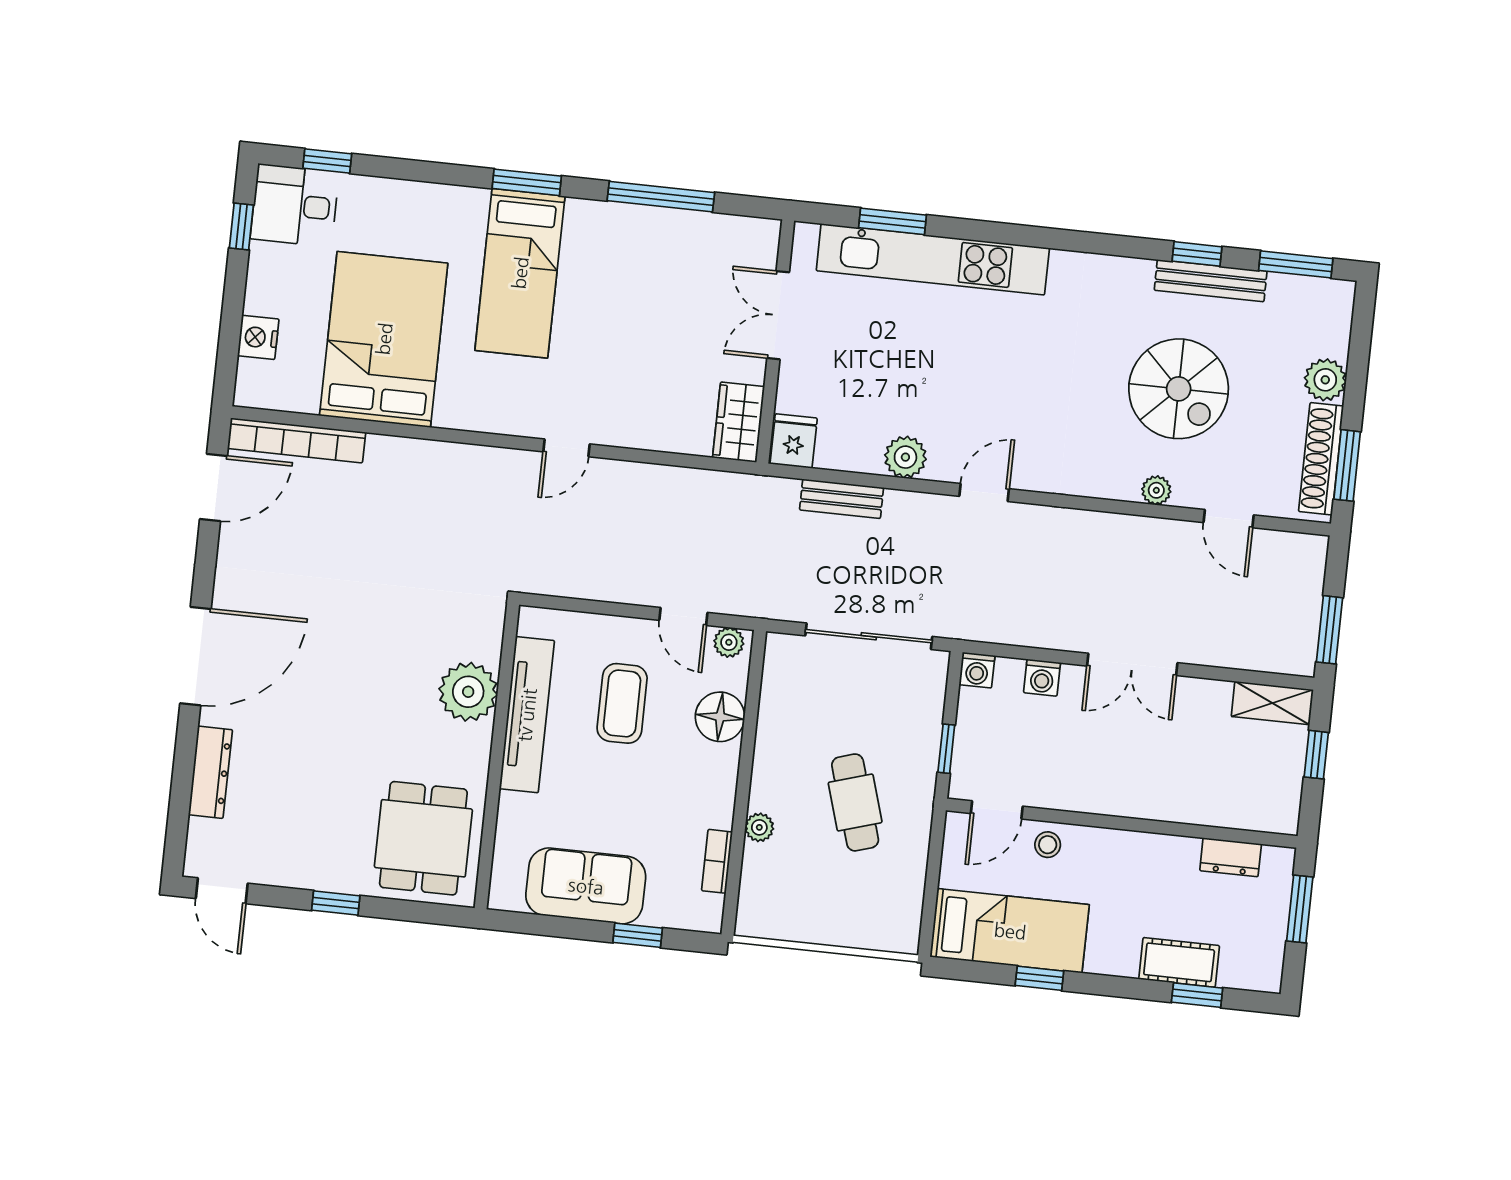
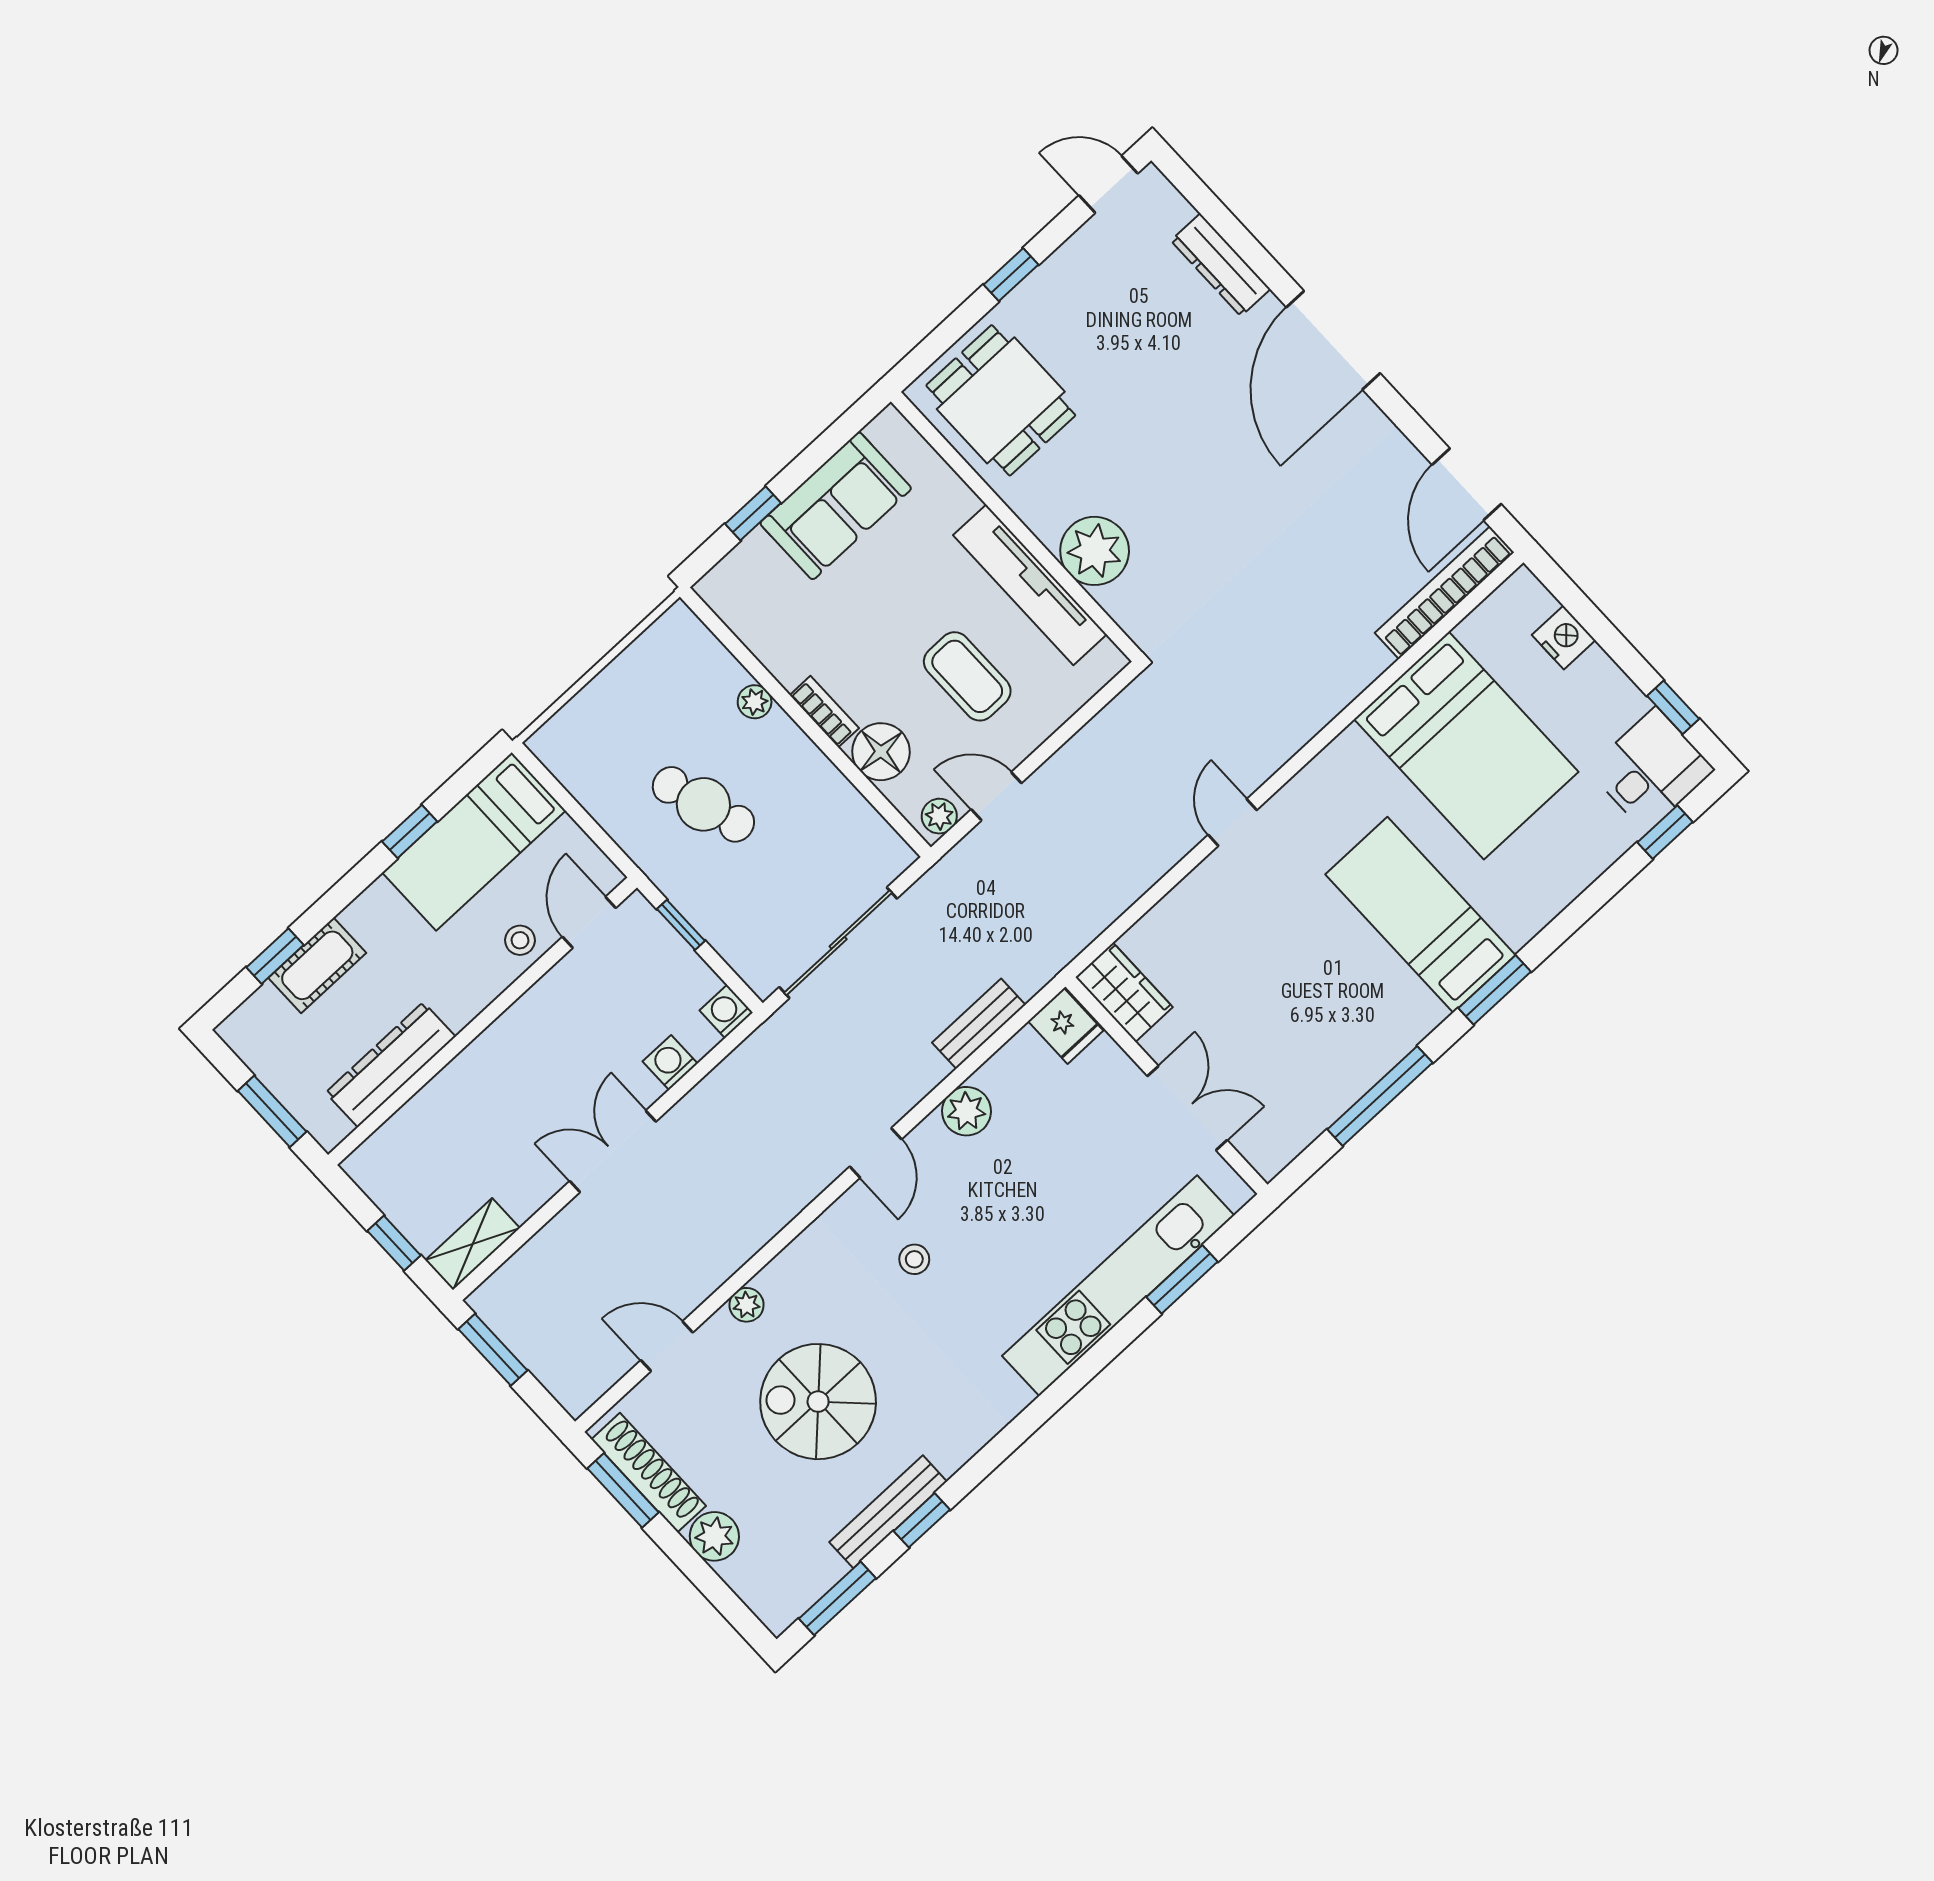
stool: (1031, 407) -> (914, 1259), added
dresser: (1231, 857) -> (391, 1065), width x1.96, depth x1.24
bookcase: (717, 861) -> (824, 712), moved

